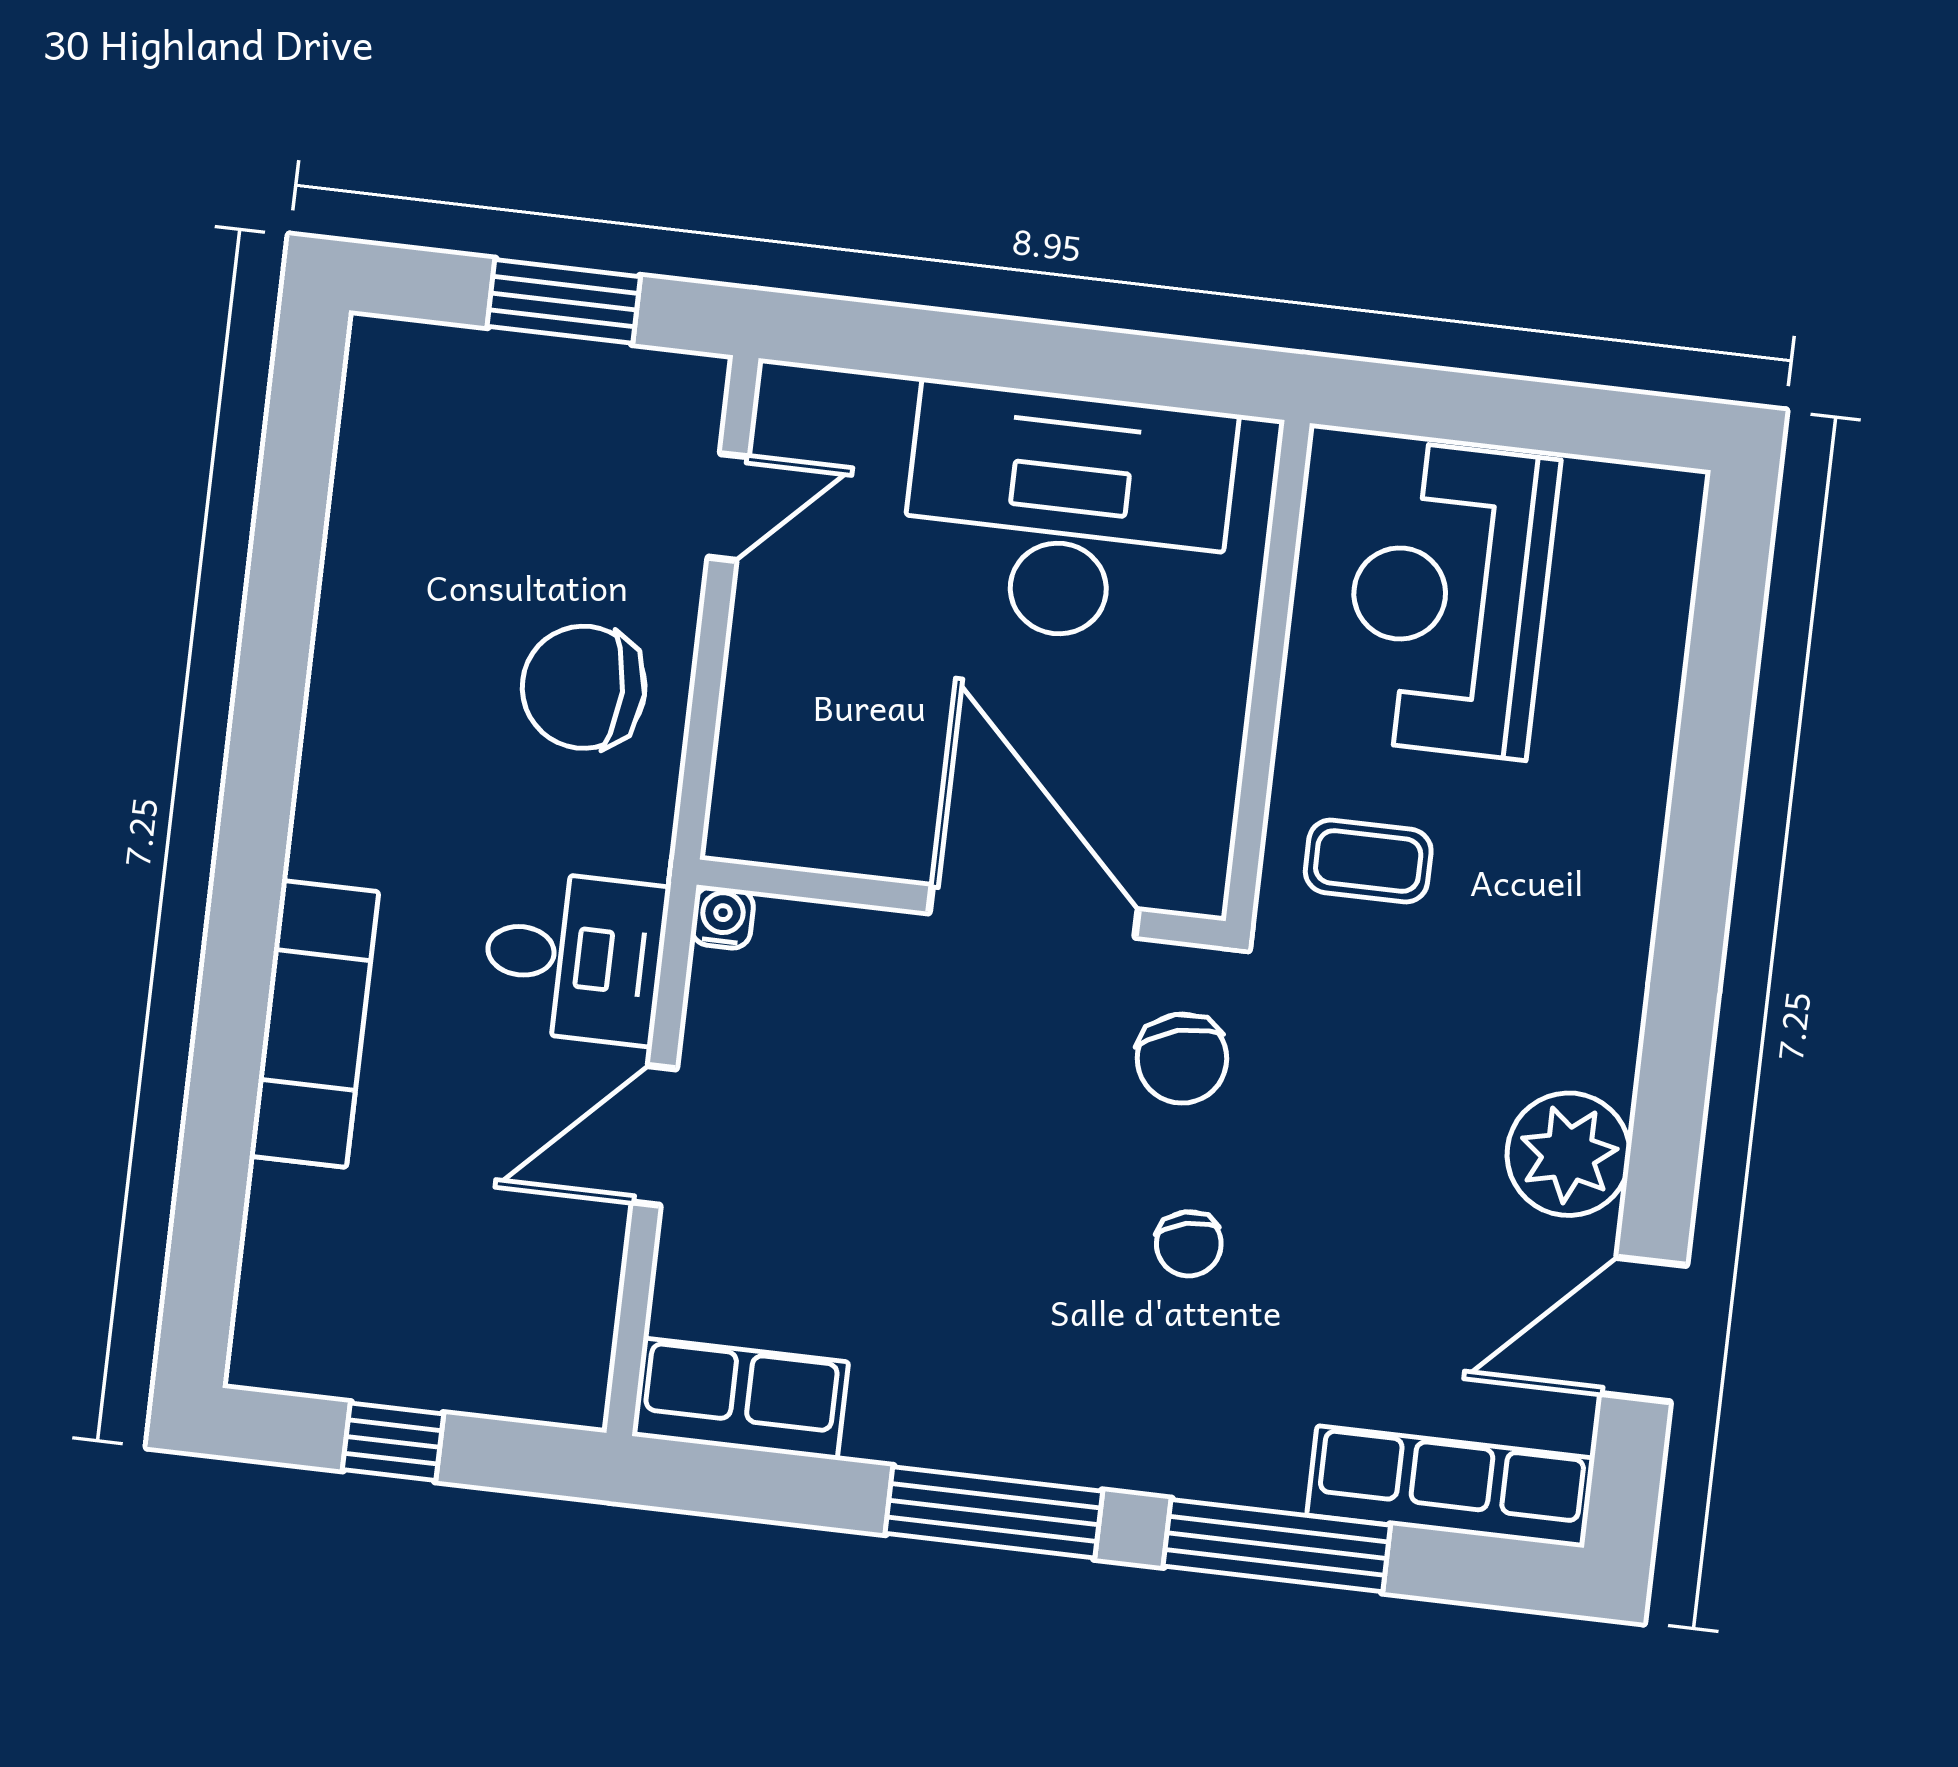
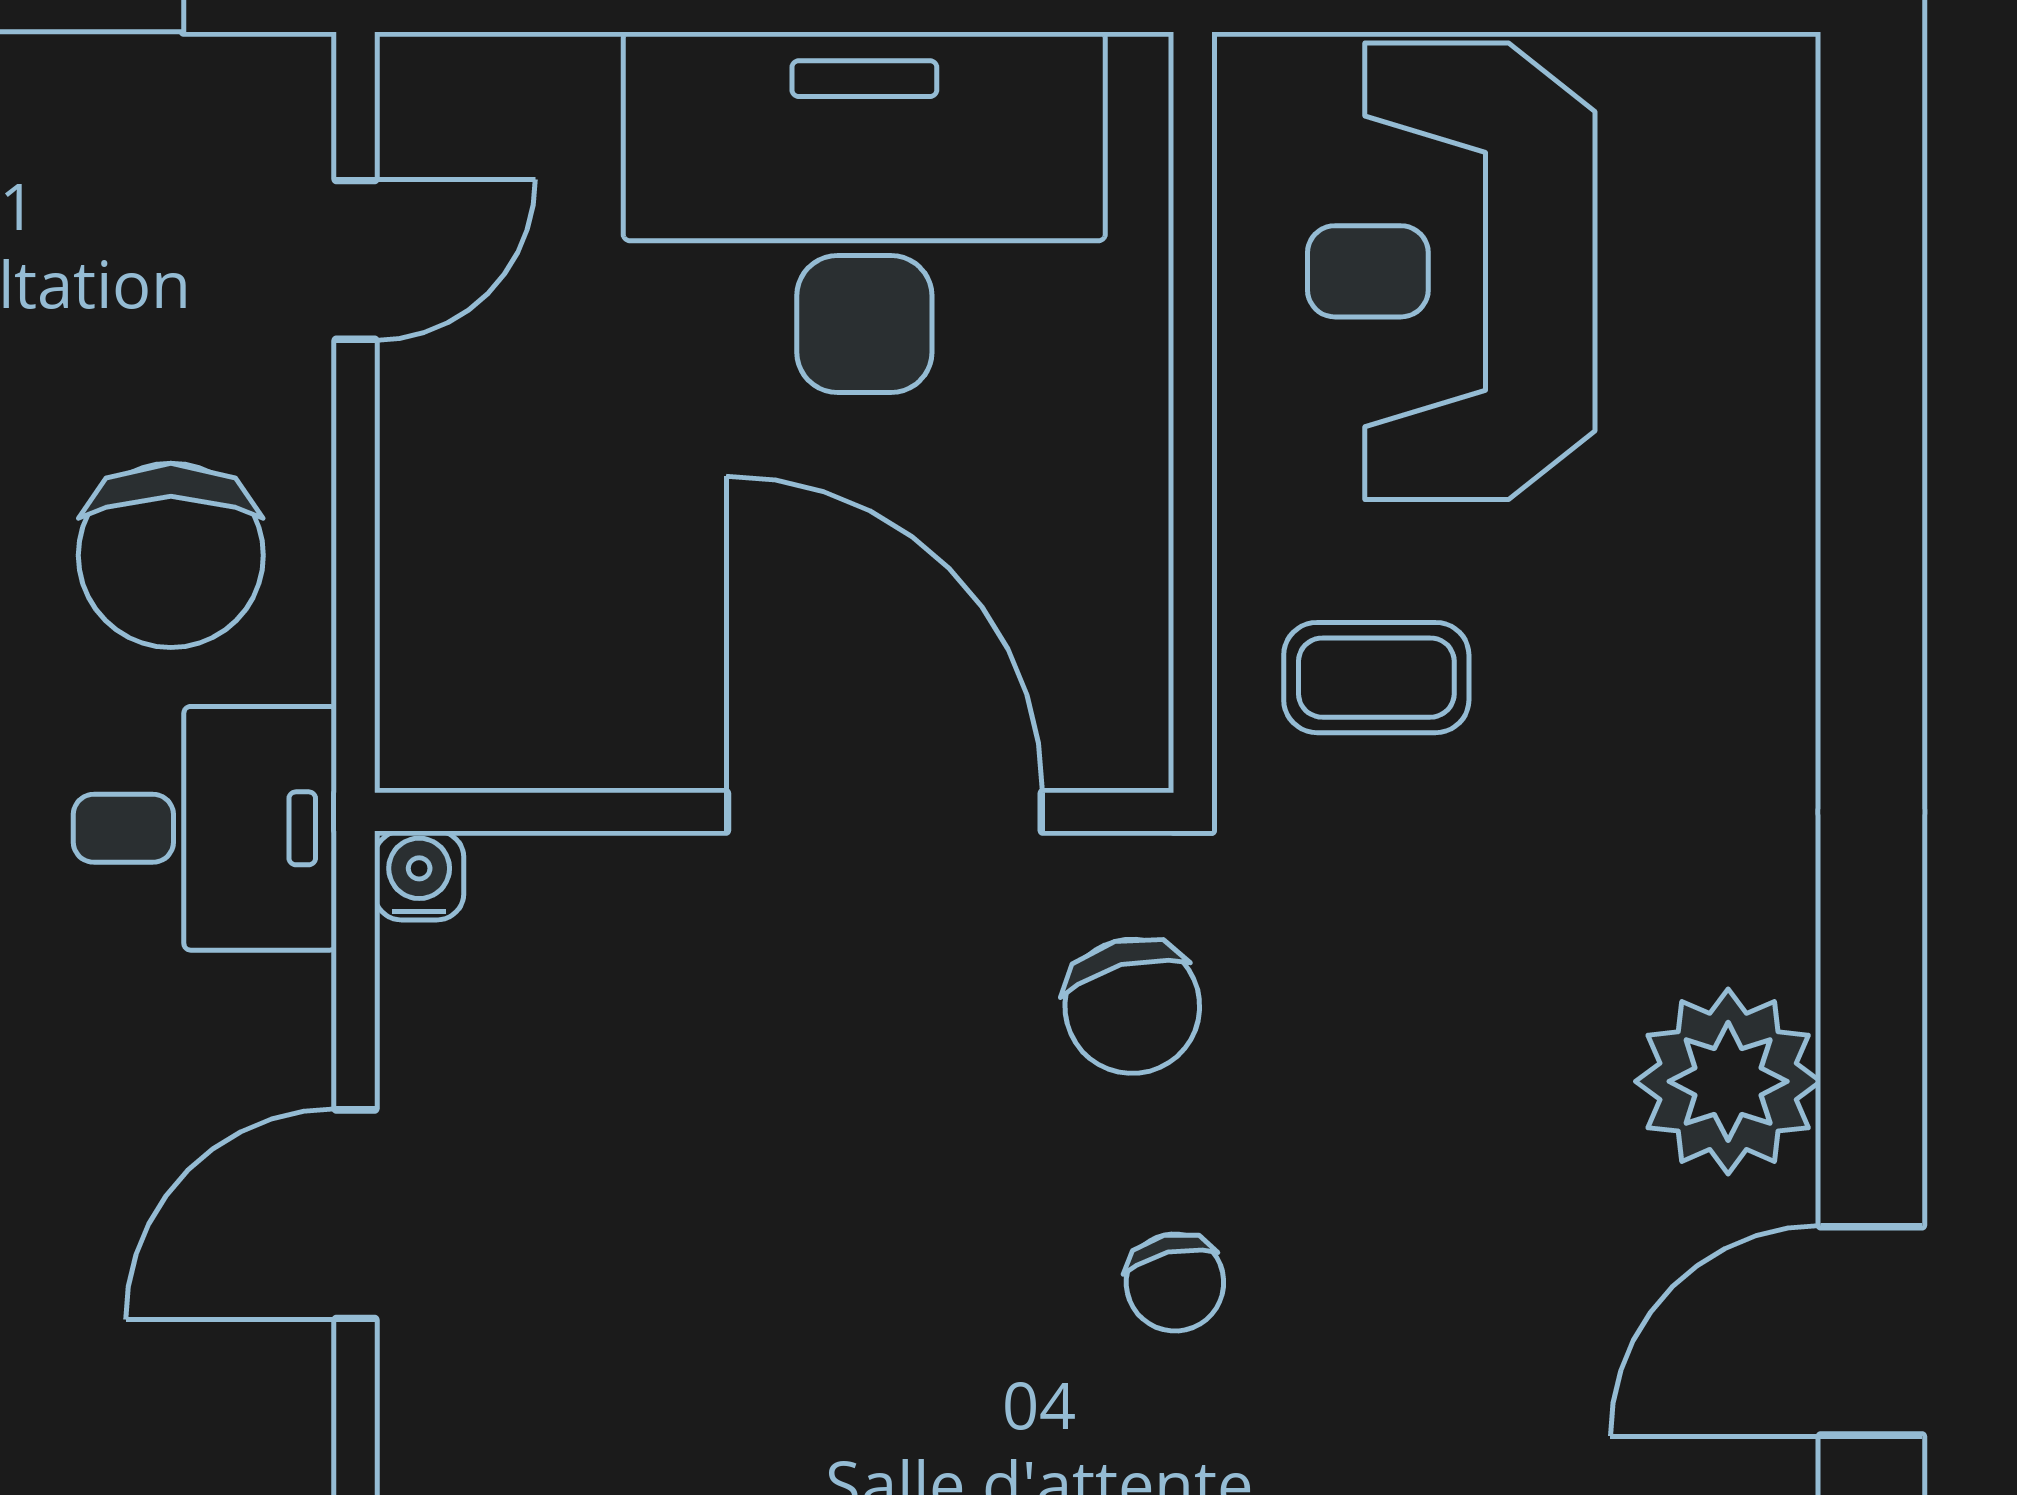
chair: (584, 687) -> (171, 555), turned -90
desk: (575, 957) -> (205, 828), moved

